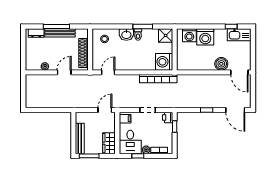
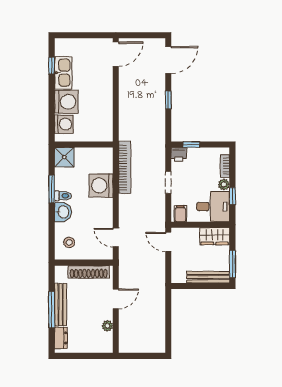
kitchen sink: (239, 35) -> (63, 73), moved
washing machine: (164, 62) -> (101, 185), moved, turned 90
boiler: (221, 64) -> (104, 79), removed
door: (64, 72) -> (116, 299), swing flipped

